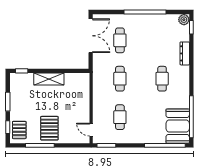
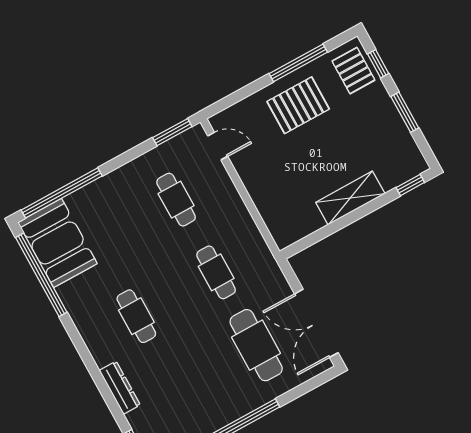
cafe table: (120, 40) -> (256, 345), width x1.37, depth x1.35
pallet: (49, 128) -> (298, 105), turned 90

